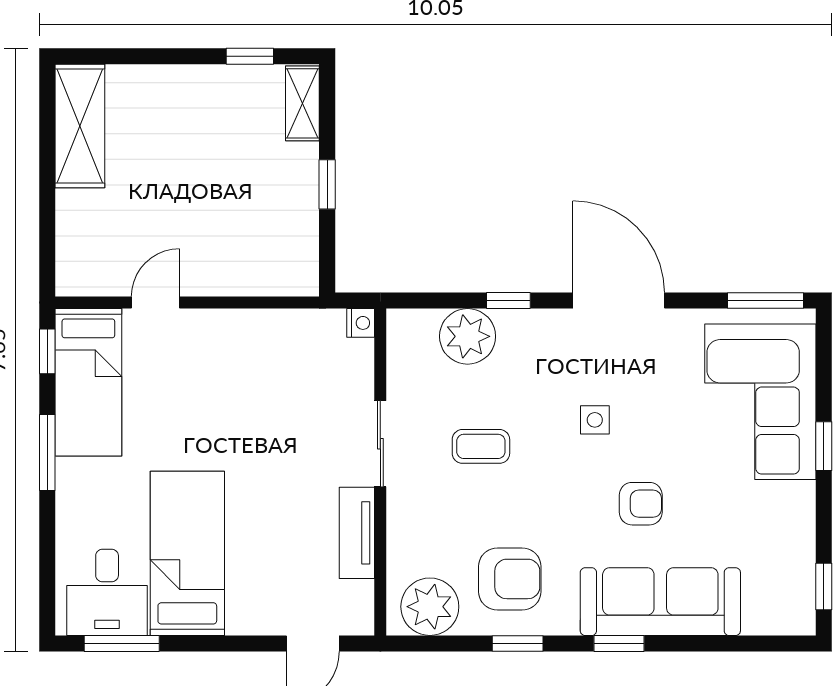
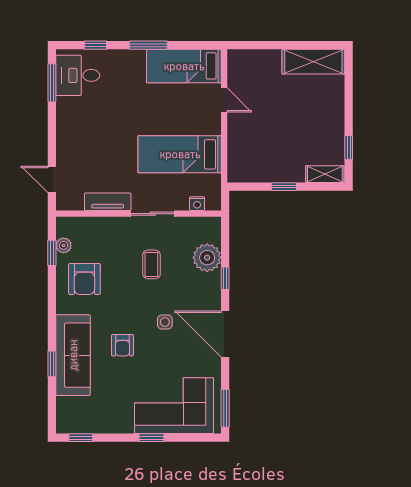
door: (619, 301) -> (225, 334), swing flipped
nightstand: (361, 323) -> (197, 204), moved
window: (47, 351) -> (95, 45), moved
bed: (187, 553) -> (180, 154), moved, turned 180
plant: (430, 607) -> (64, 245), width x0.53, depth x0.53
window: (518, 643) -> (52, 253), moved
window: (619, 643) -> (52, 364), moved

